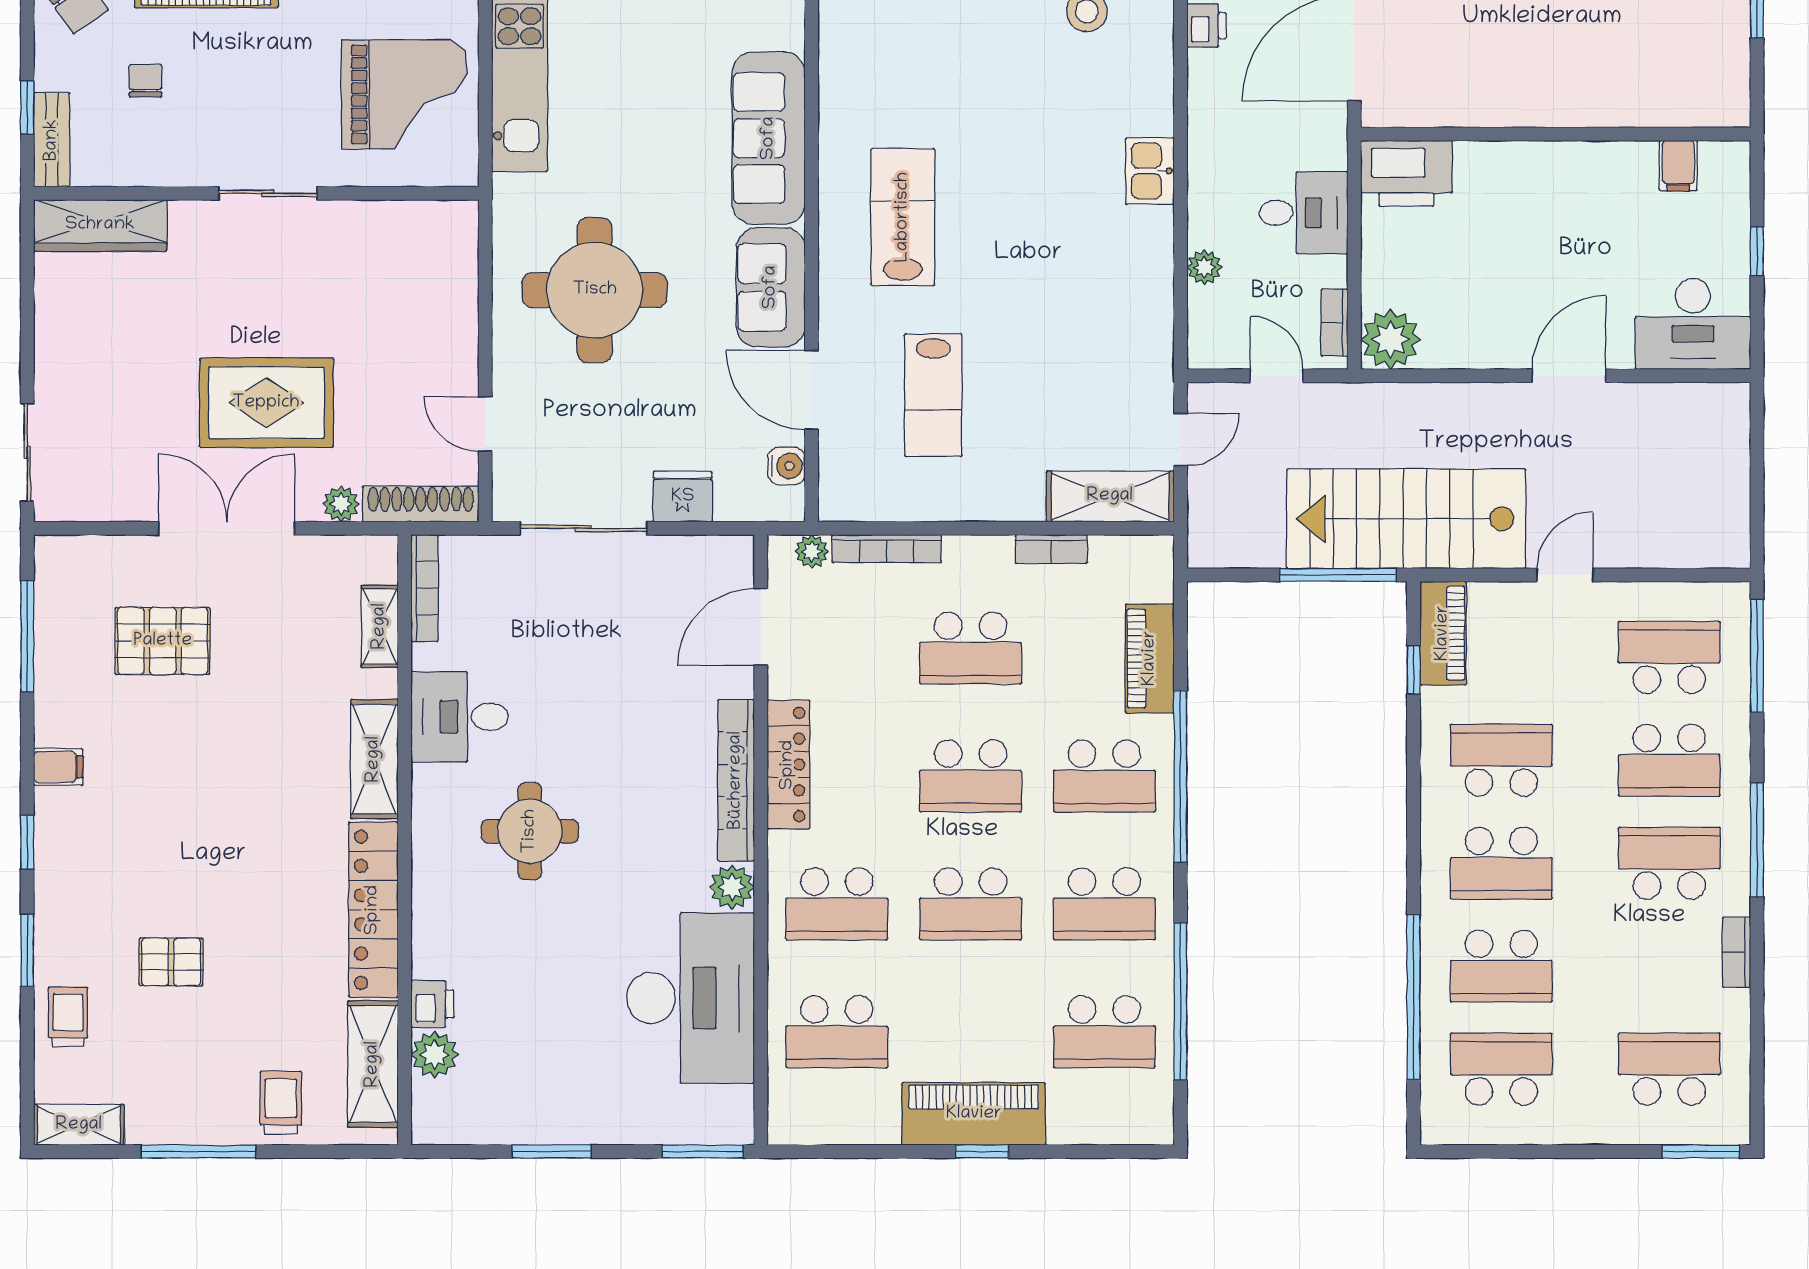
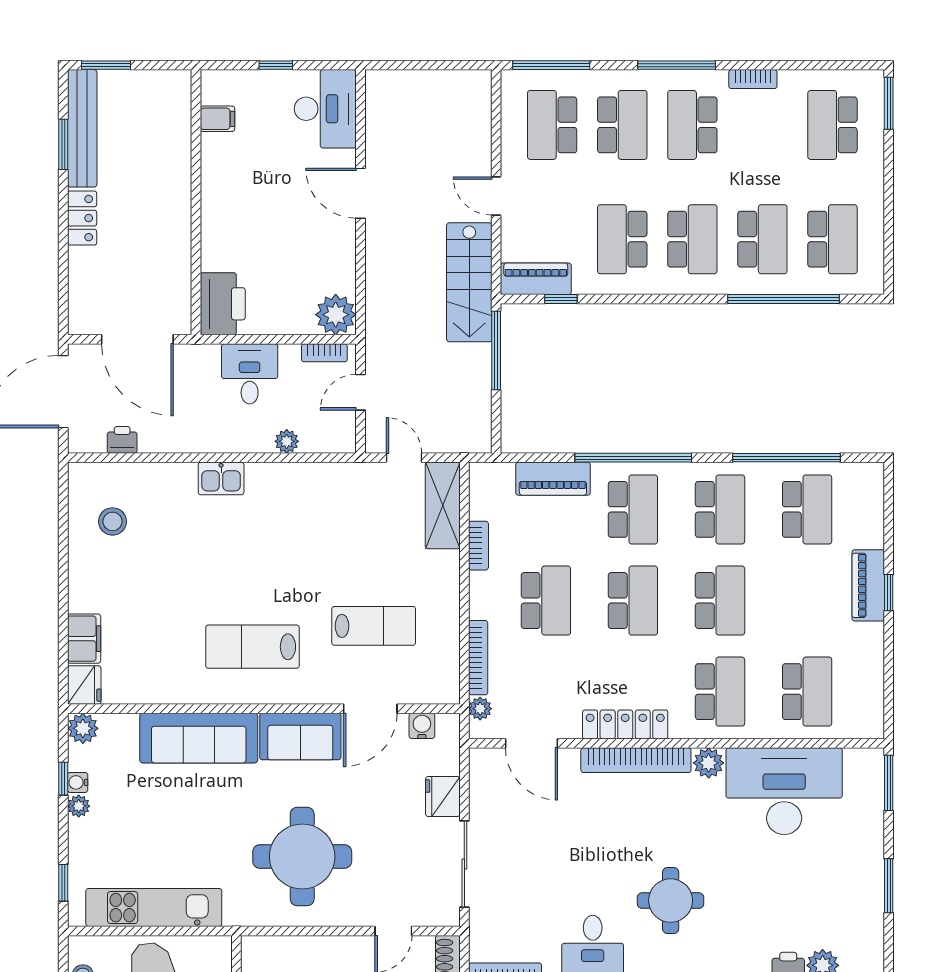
stairs: (1406, 519) -> (469, 282), width x0.73, depth x0.66
school desk: (1501, 1069) -> (832, 239), turned 180
piano: (974, 1114) -> (868, 585), width x0.73, depth x0.75

